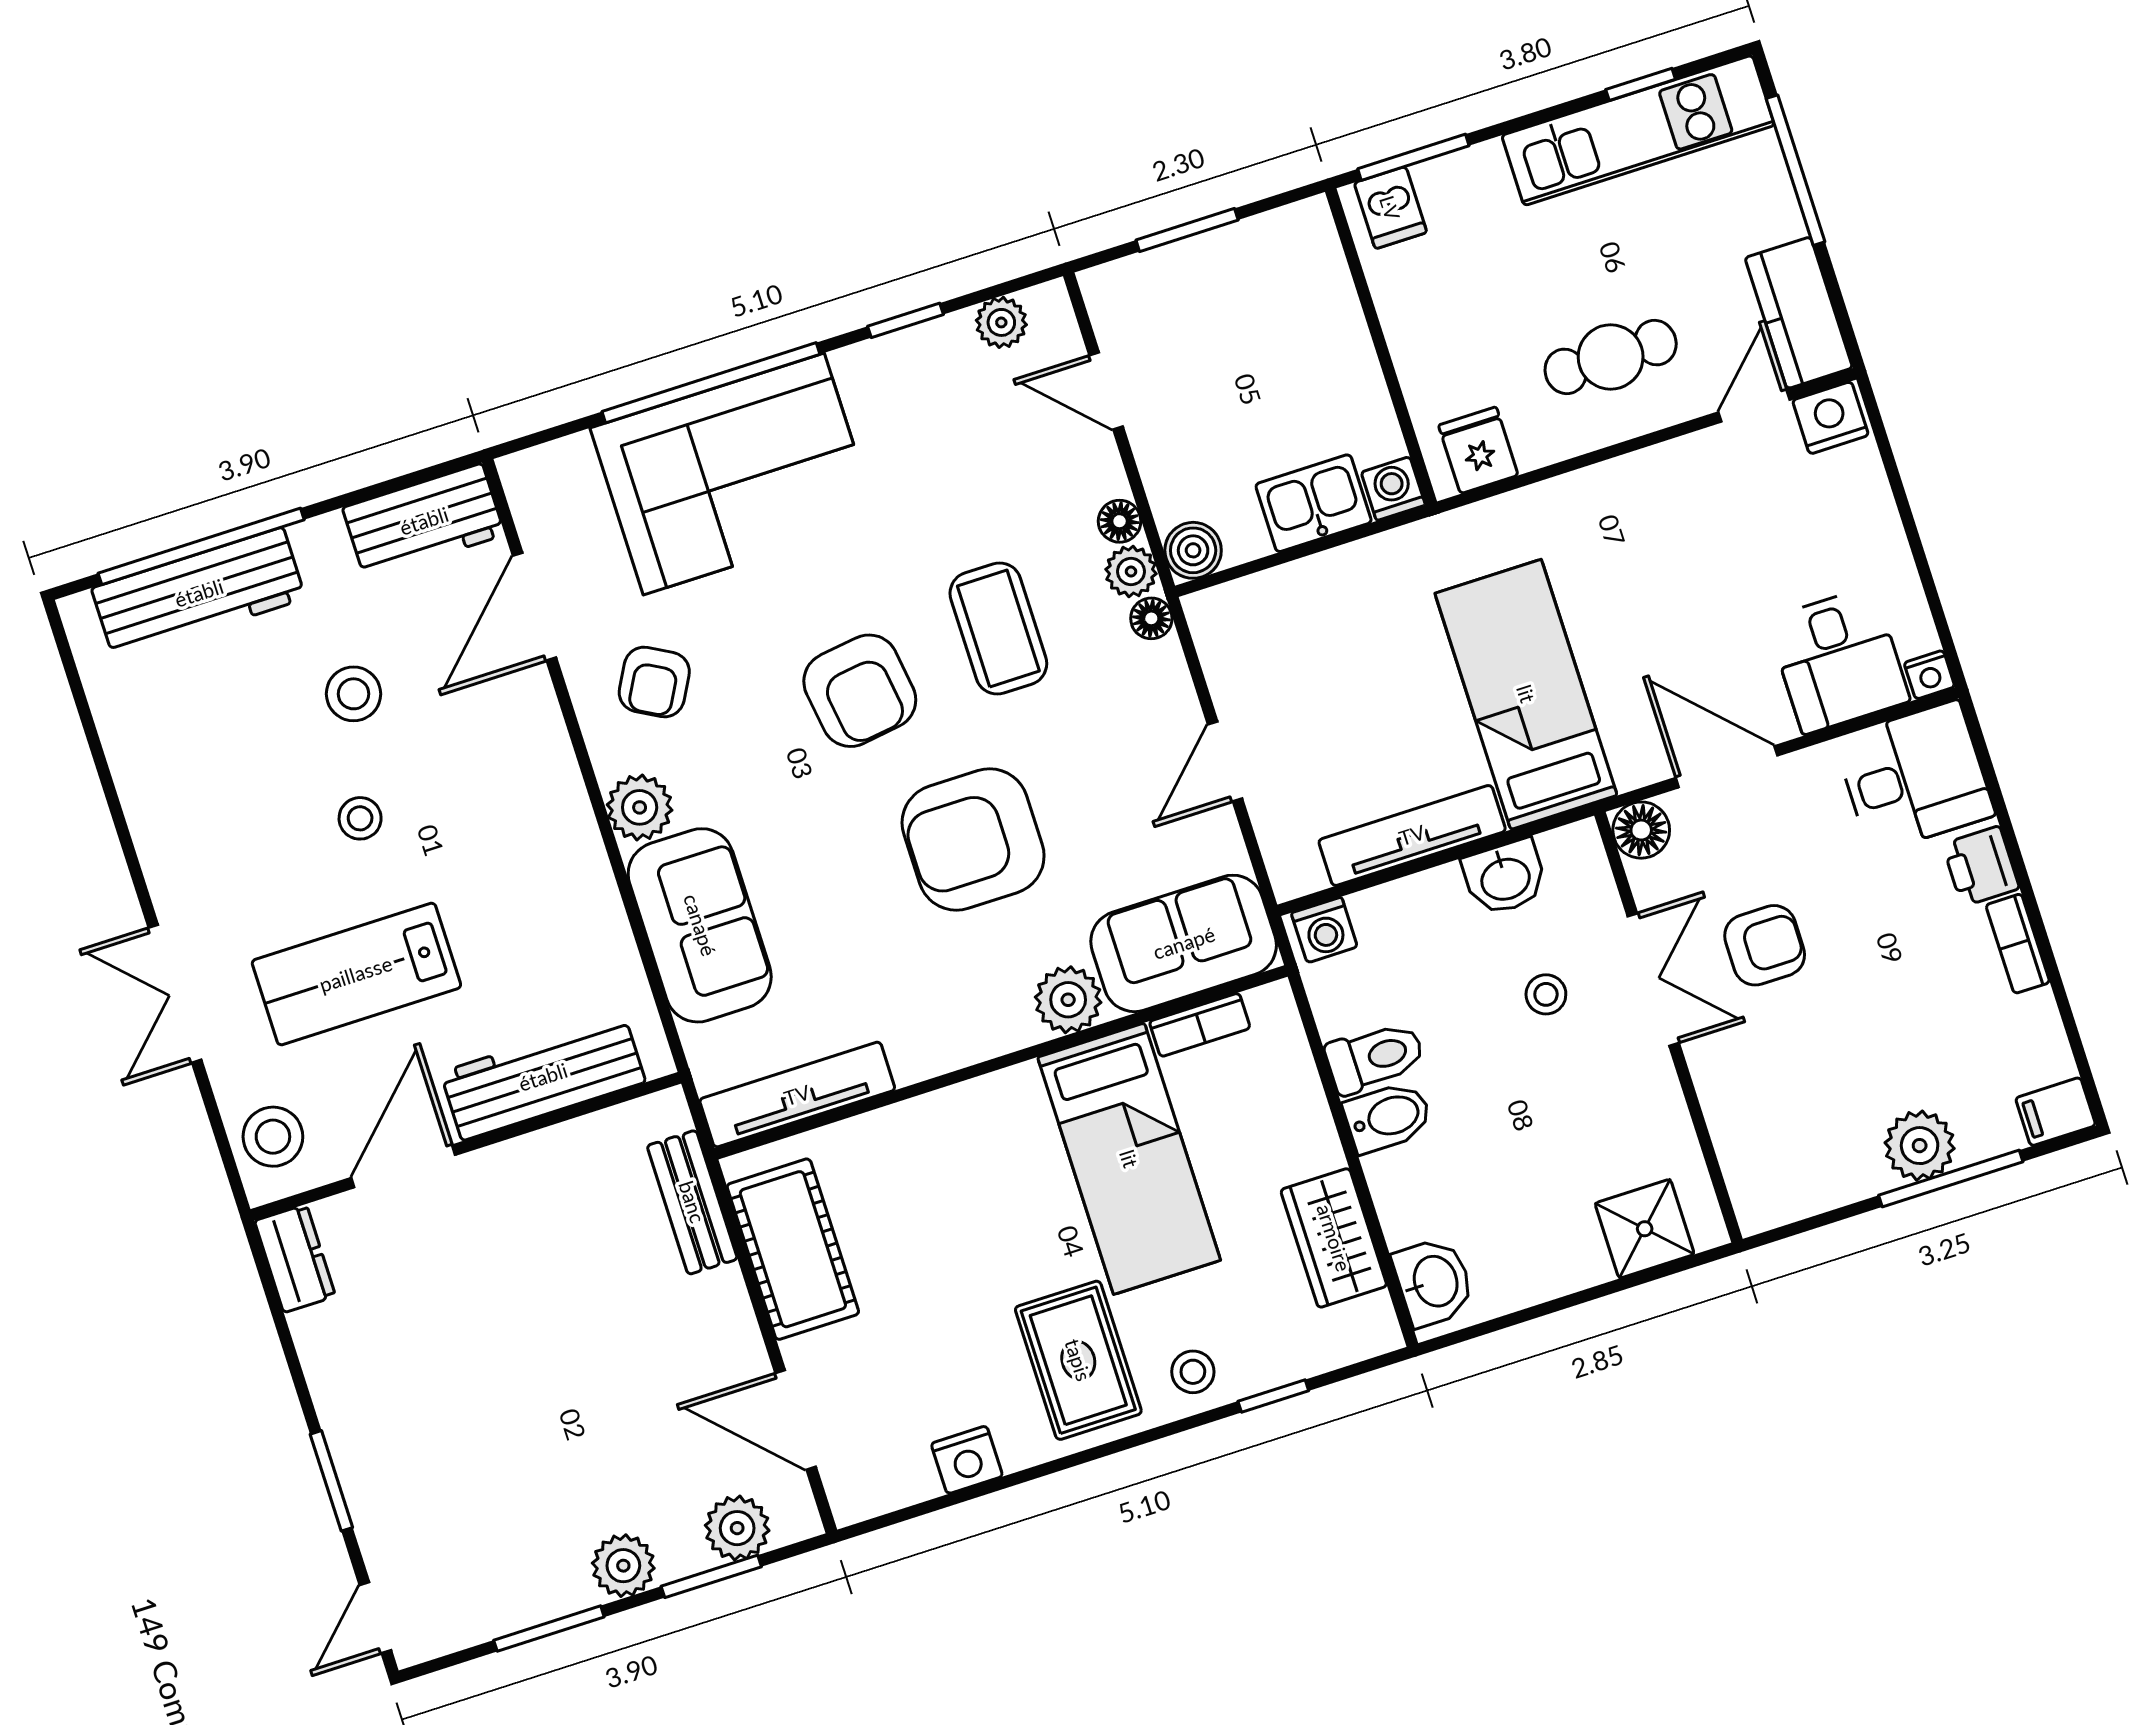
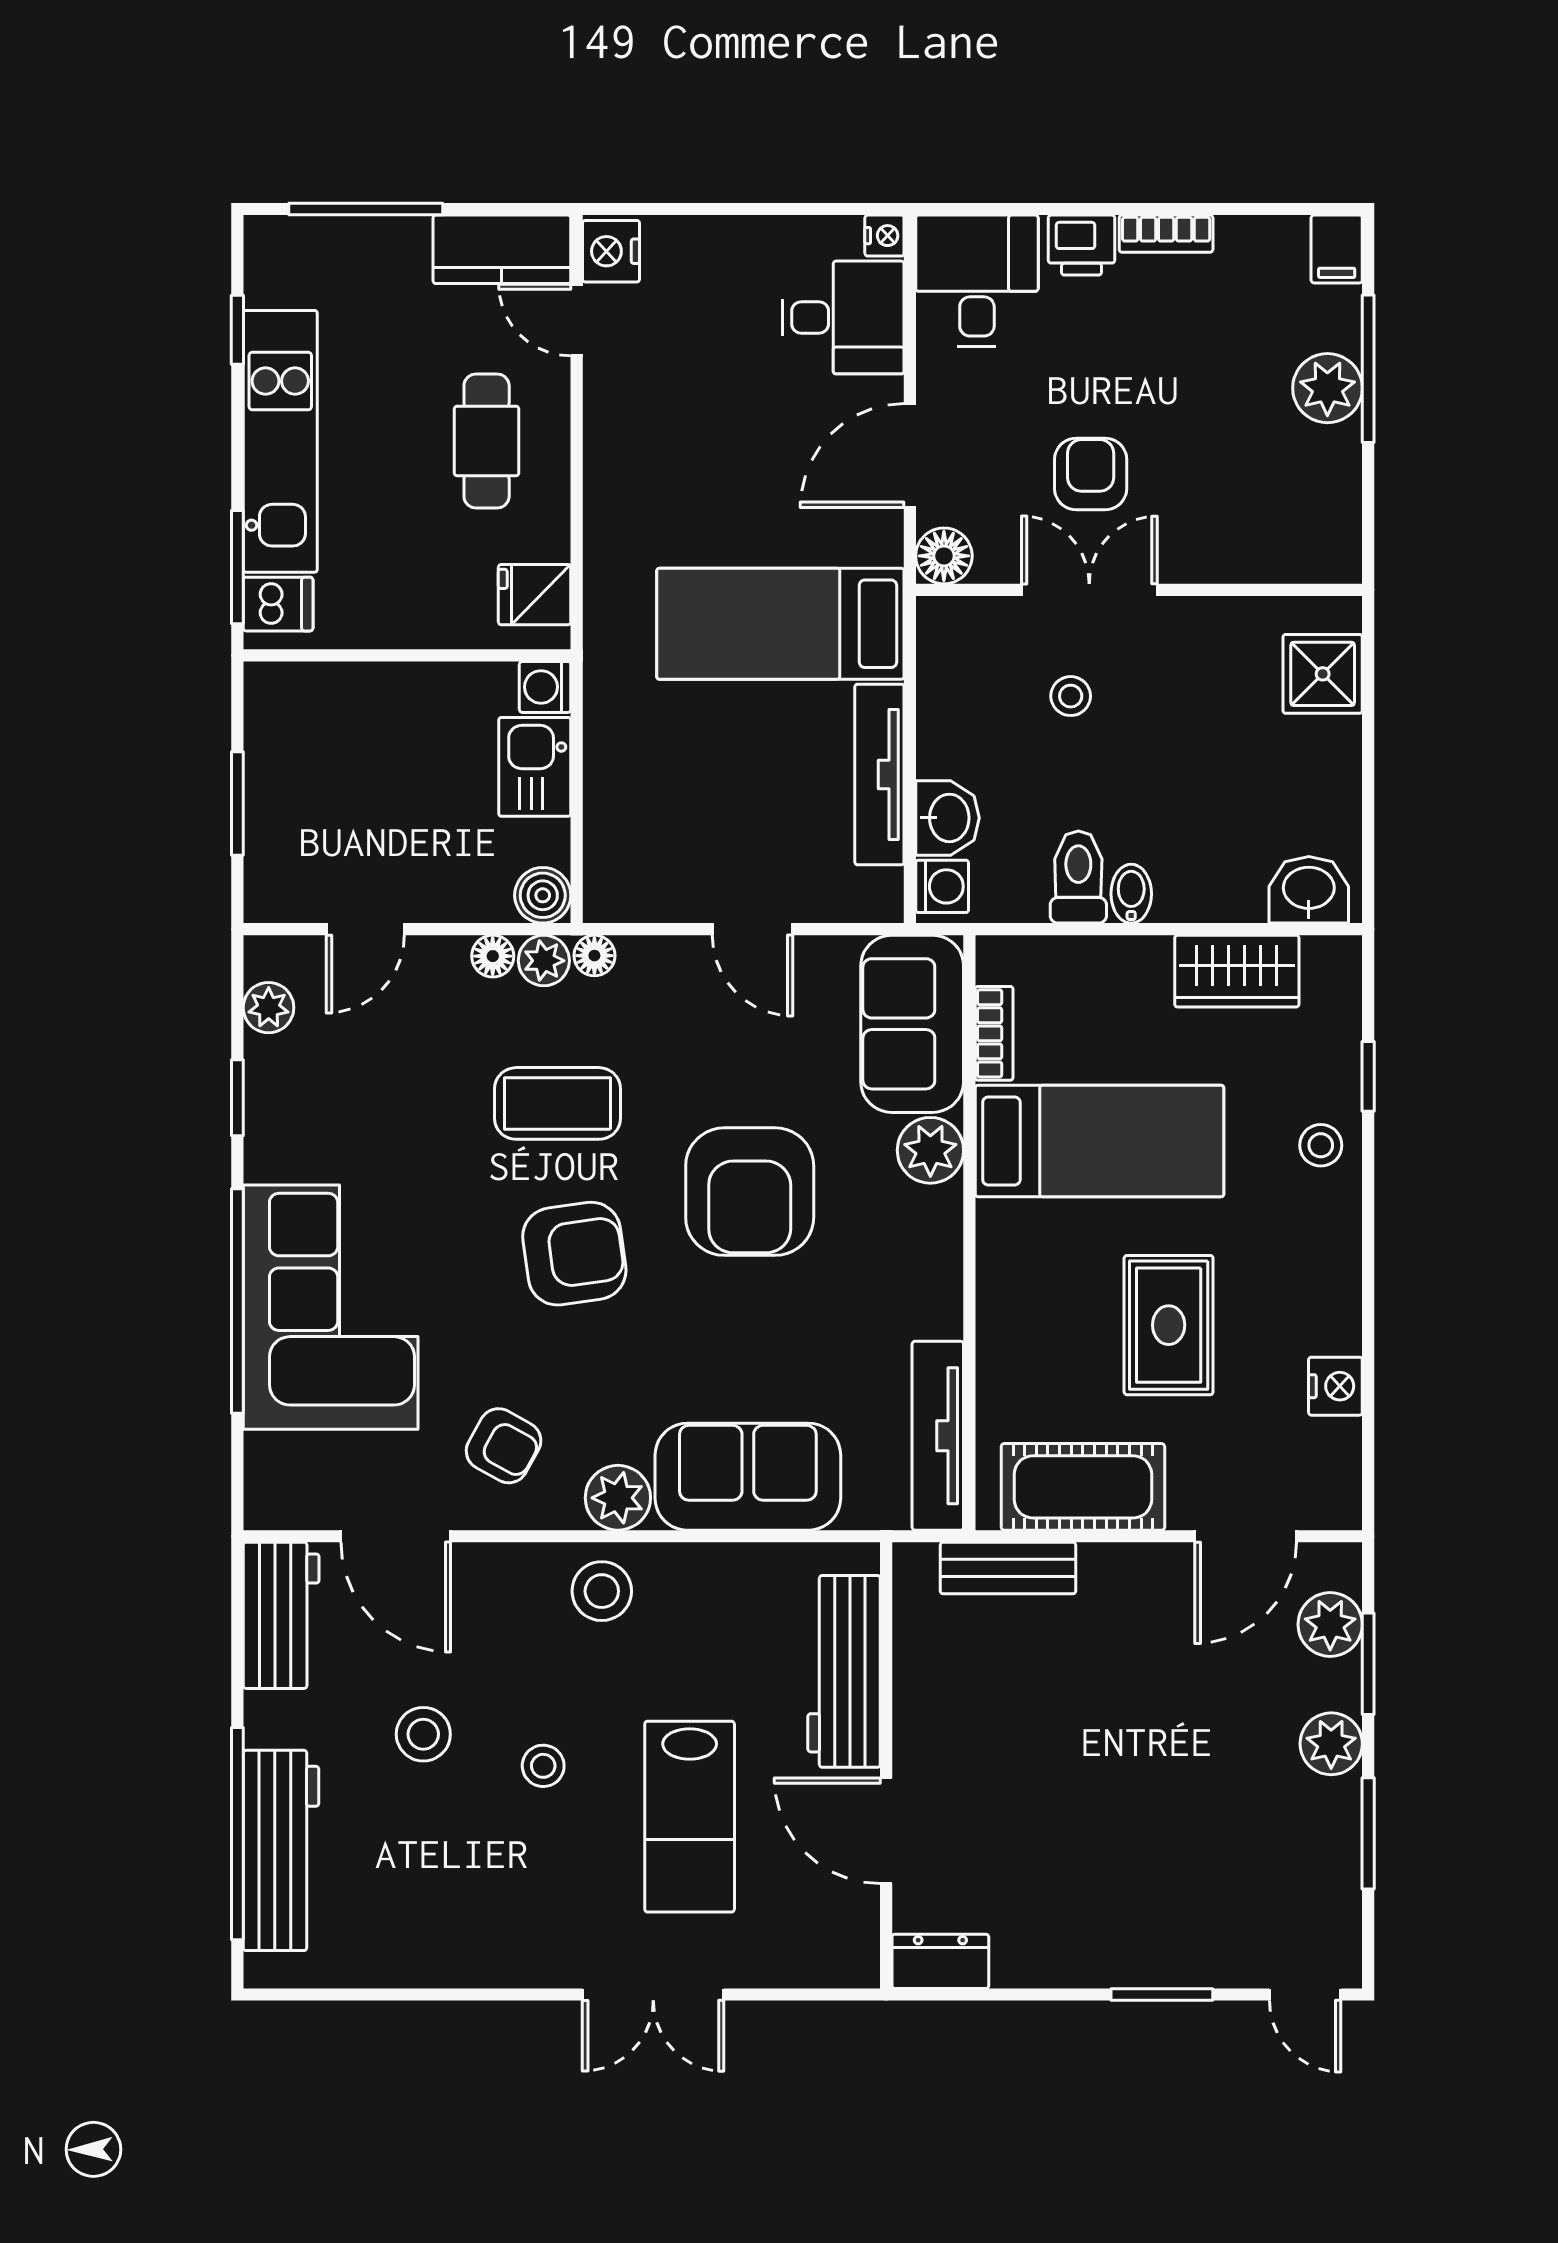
kitchen unit: (1638, 130) -> (280, 441), moved
washbasin: (1505, 877) -> (947, 818), moved
bidet: (1388, 1117) -> (1131, 894), width x0.72, depth x0.74
stool: (273, 1137) -> (602, 1591), moved
rug: (1078, 1360) -> (1169, 1325), moved, turned 90

